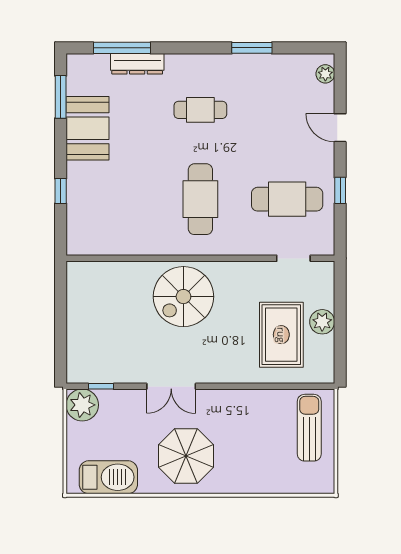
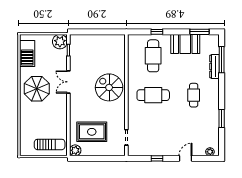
cafe table: (287, 199) -> (153, 56), moved
plant: (322, 322) -> (75, 150), moved

